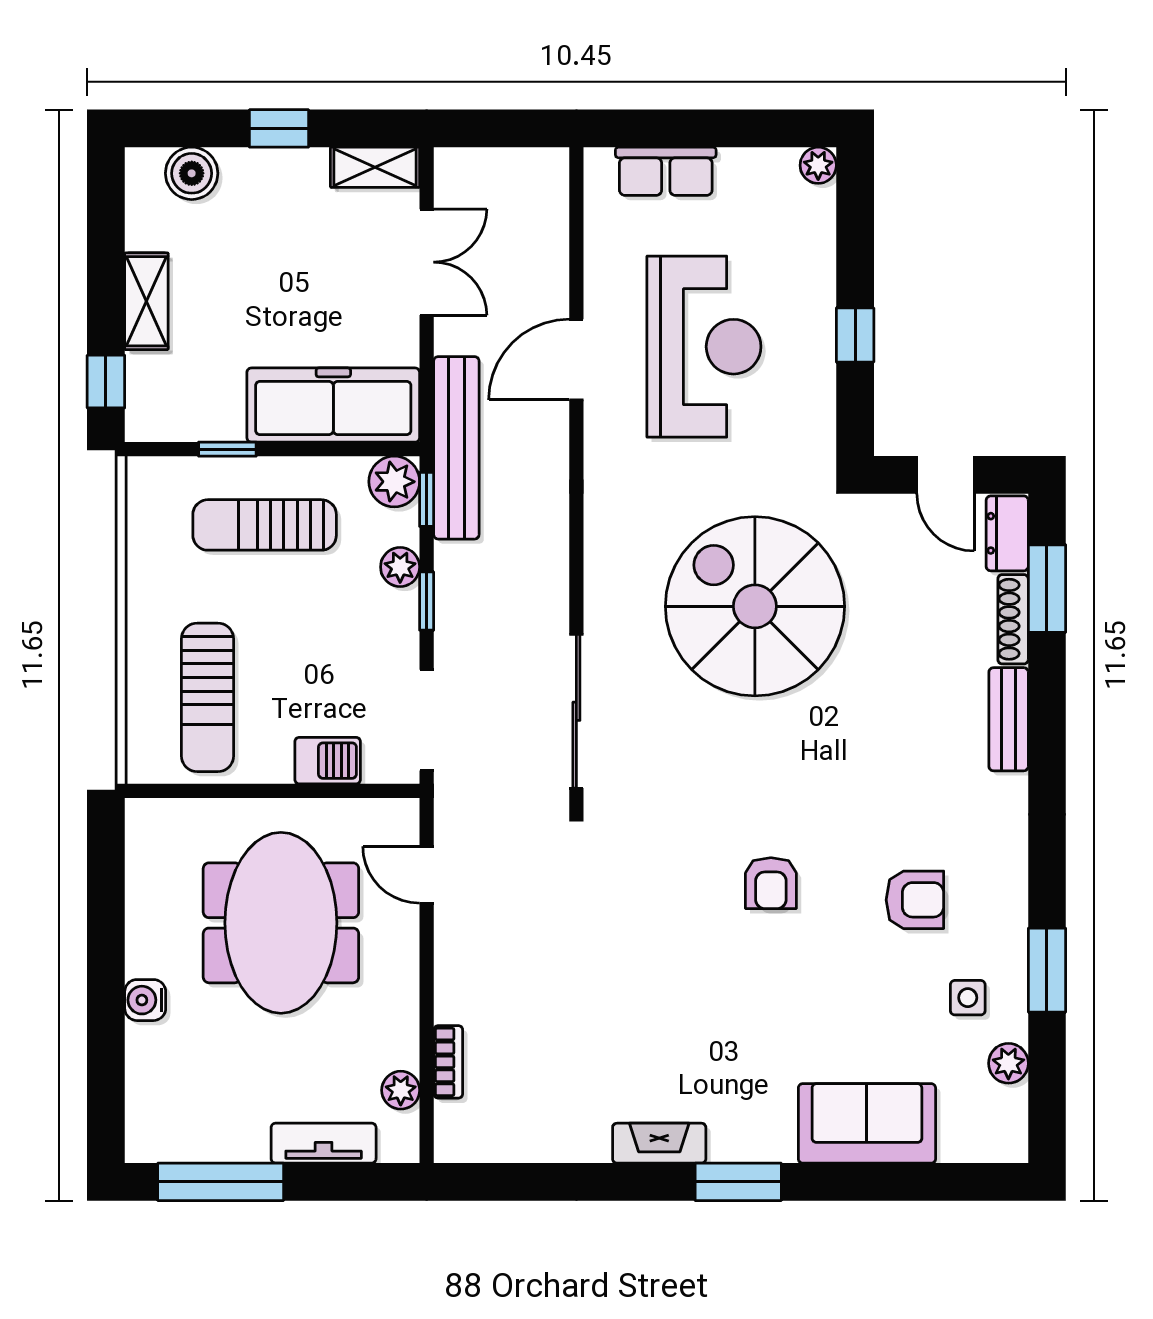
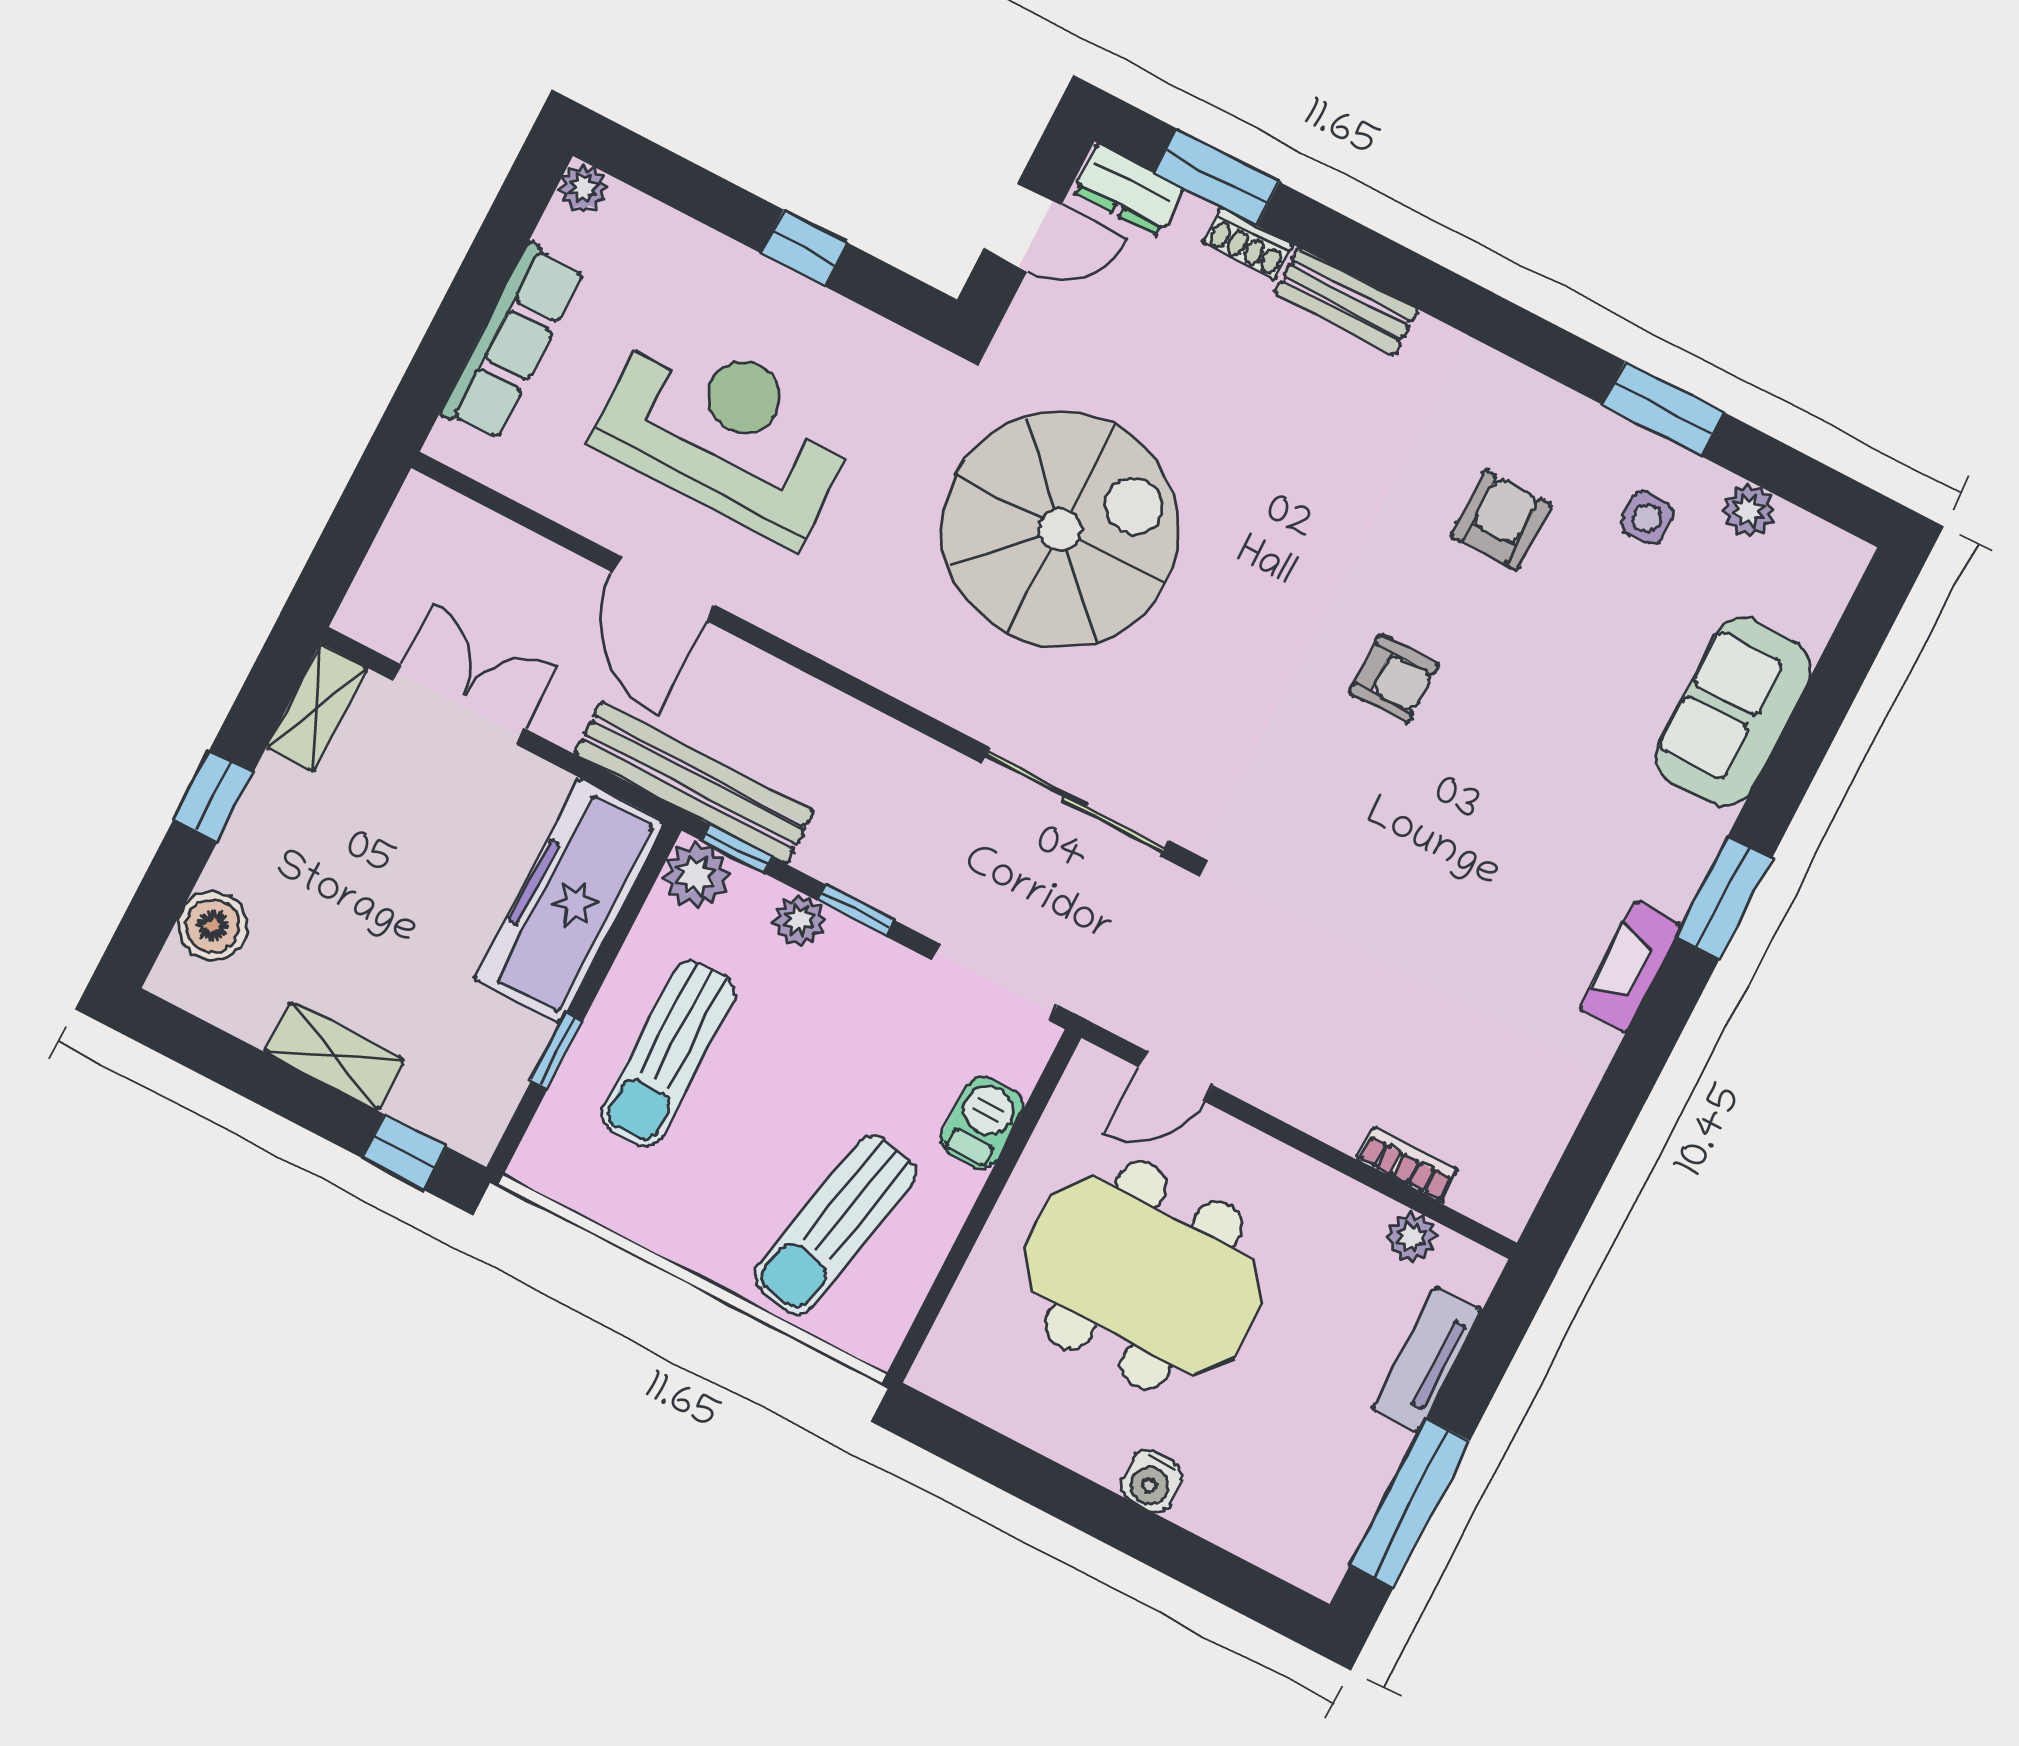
row of seats: (666, 171) -> (512, 342), width x1.48
spiral stairs: (755, 606) -> (1061, 529), turned 180
shoe rack: (1013, 619) -> (1248, 244), width x0.70
sun lounger: (208, 697) -> (835, 1225), turned 102

